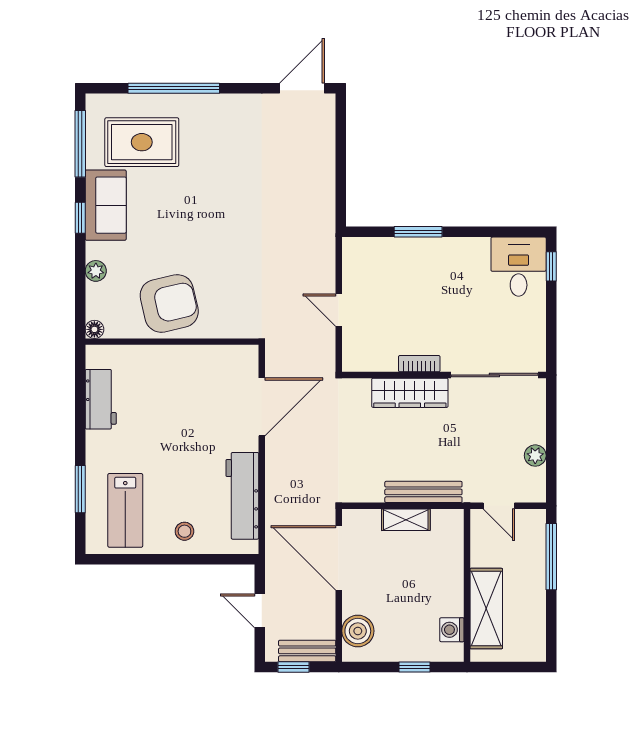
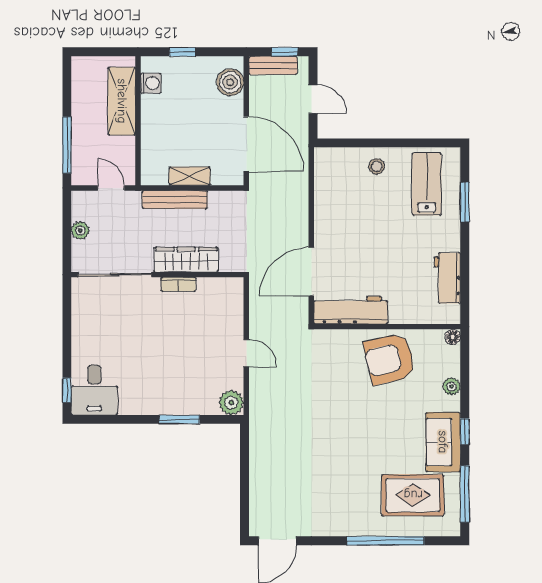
plant: (357, 252) -> (231, 403), added
bookcase: (419, 364) -> (178, 284), moved
wall: (444, 375) -> (157, 275), moved
sliding door: (494, 375) -> (115, 275), moved
wardrobe: (410, 393) -> (186, 260), moved
workbench: (242, 496) -> (351, 310), moved, turned -90

